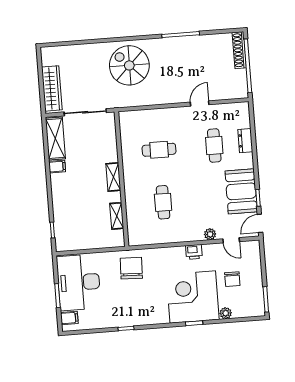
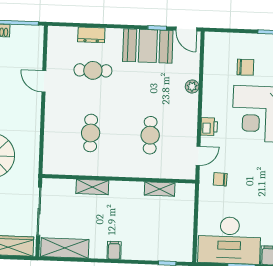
filing cabinet: (57, 167) -> (114, 250), moved
shelving: (113, 177) -> (92, 187), moved
cafe table: (163, 202) -> (150, 135), turned 90
door: (231, 240) -> (198, 156), moved
printer: (194, 252) -> (209, 127), moved
chair: (131, 268) -> (220, 179), width x0.54, depth x0.54

